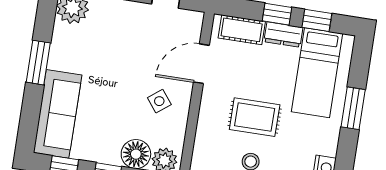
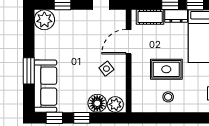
window: (38, 63) -> (29, 71), moved

